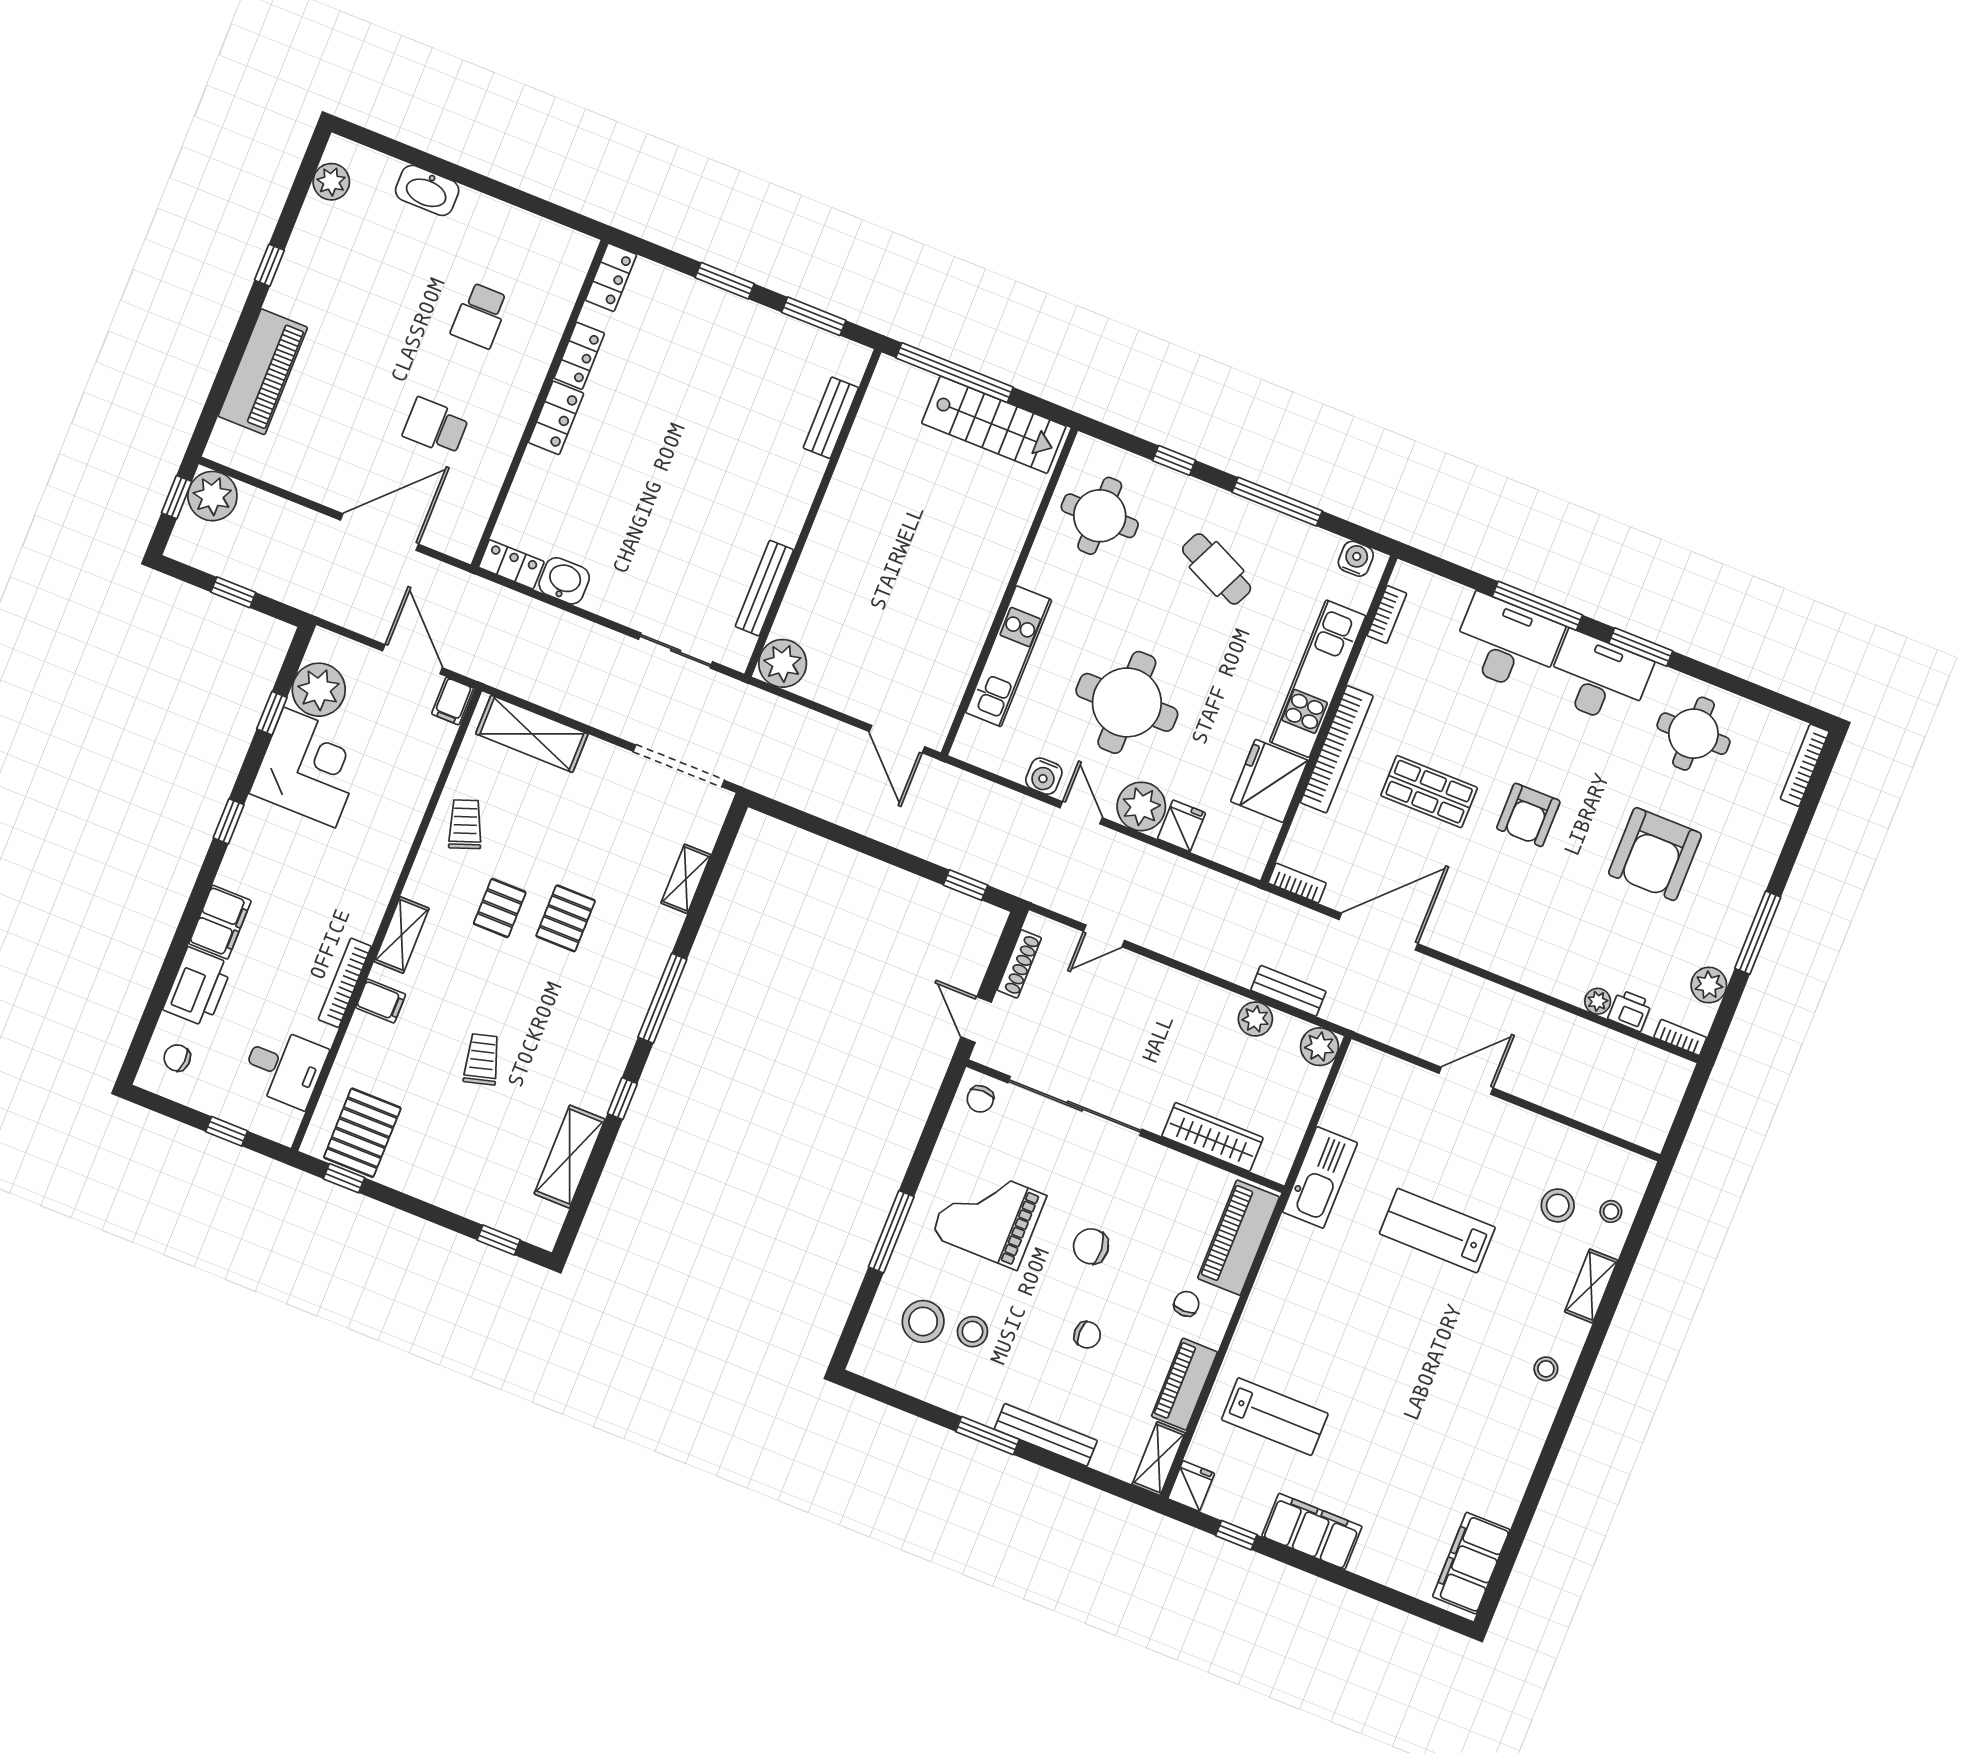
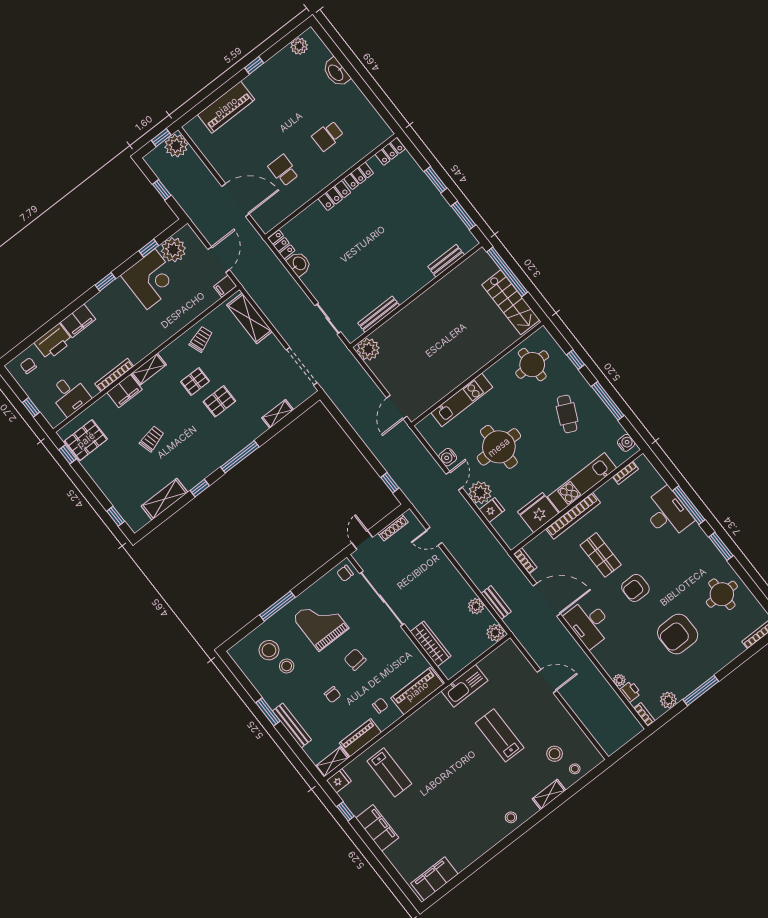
desk: (1599, 678) -> (589, 623), moved, turned 180
filing cabinet: (381, 1001) -> (125, 391), width x2.00

